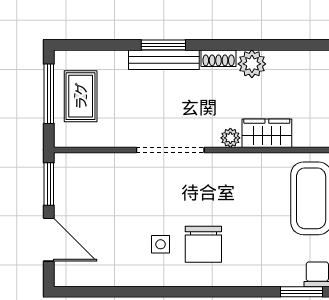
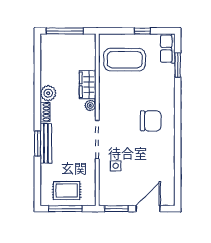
side table: (161, 244) -> (116, 166), moved

